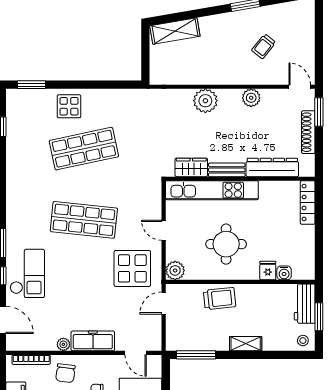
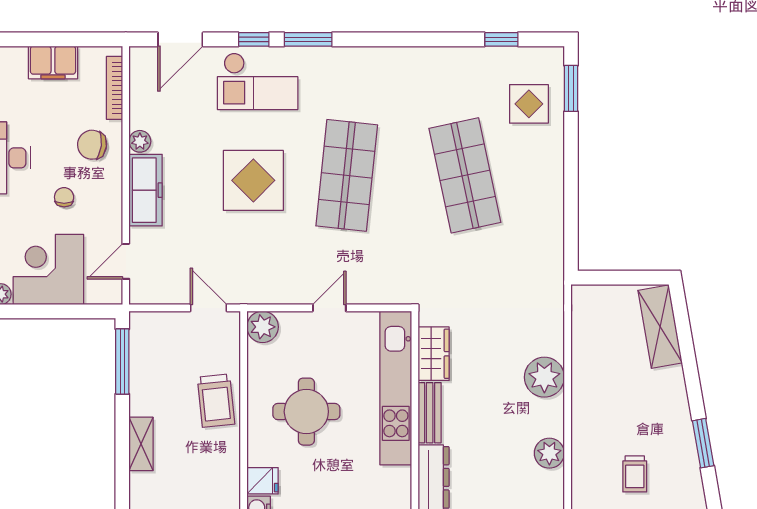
trolley: (264, 46) -> (635, 474), turned -129
display table: (69, 106) -> (529, 104), moved
display table: (132, 268) -> (253, 180), moved

